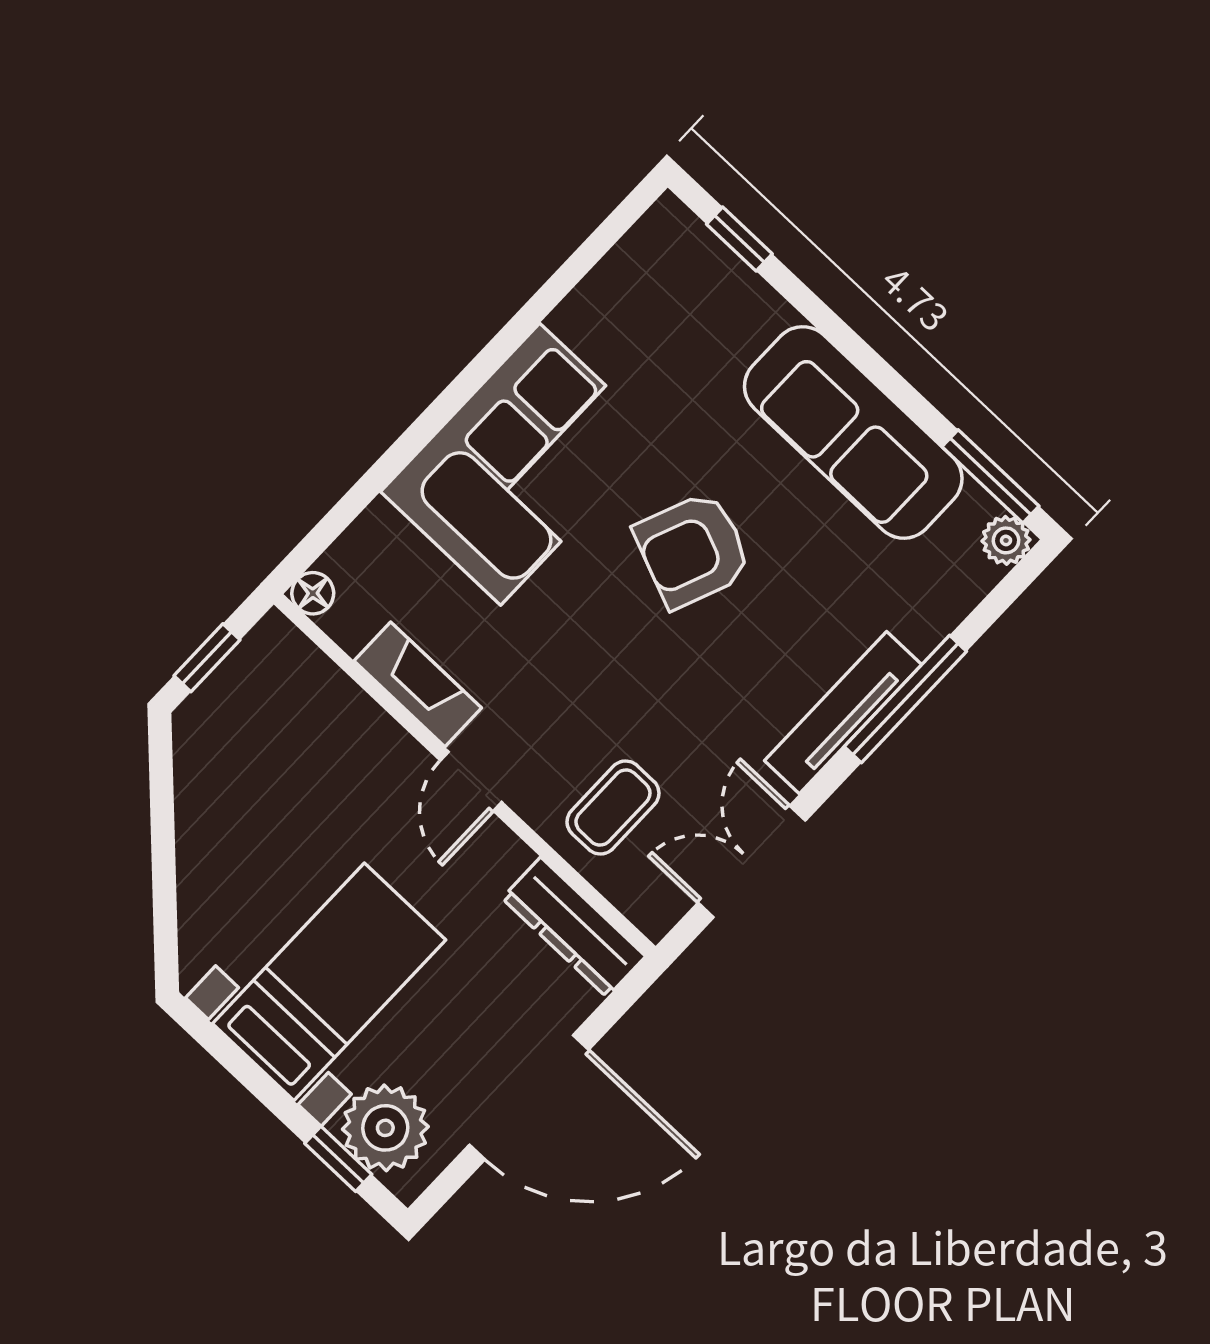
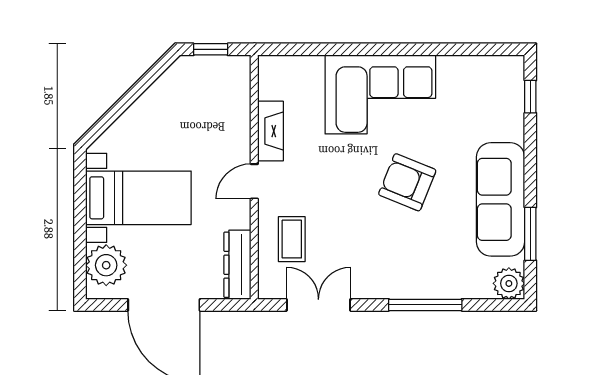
window: (991, 476) -> (530, 234), moved
plant: (1006, 540) -> (509, 283), width x1.38, depth x1.38
floor lamp: (313, 593) -> (268, 65), removed
tv unit: (843, 713) -> (400, 288), removed
coffee table: (613, 808) -> (292, 239), turned 90
window: (338, 1159) -> (80, 259), removed

